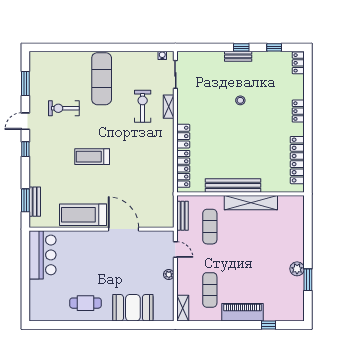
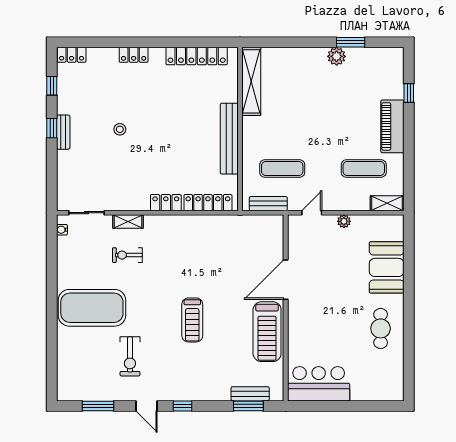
exercise mat: (102, 79) -> (92, 308), width x1.47
exercise bike: (143, 106) -> (127, 255), width x0.73, depth x0.72
shelving: (251, 203) -> (251, 81), moved

